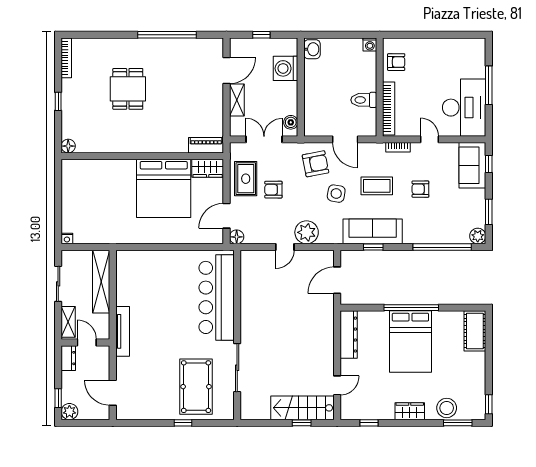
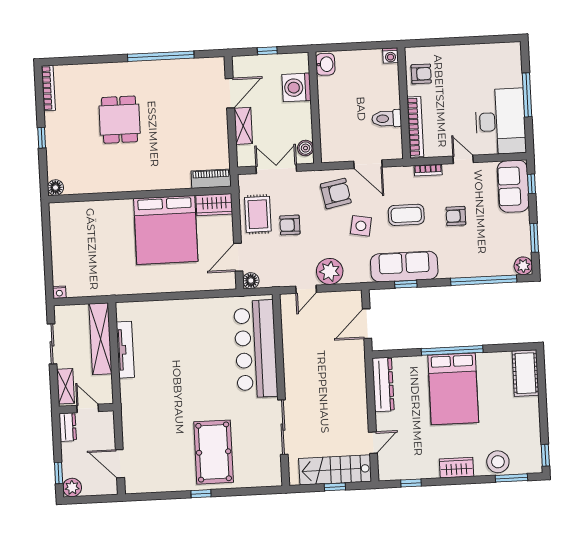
bar counter: (217, 297) -> (256, 349), moved
tv unit: (123, 331) -> (125, 350), moved
wall: (237, 335) -> (281, 390), moved
sliding door: (237, 368) -> (283, 427), moved

